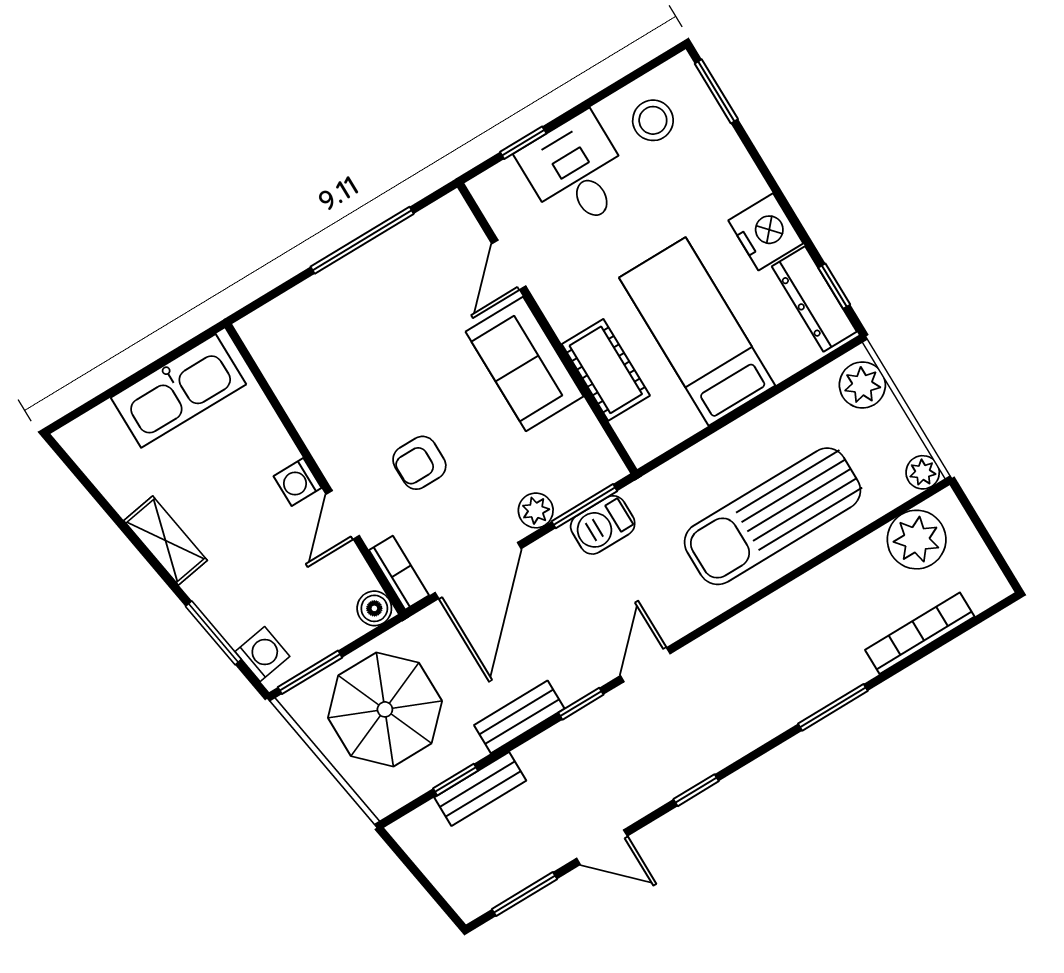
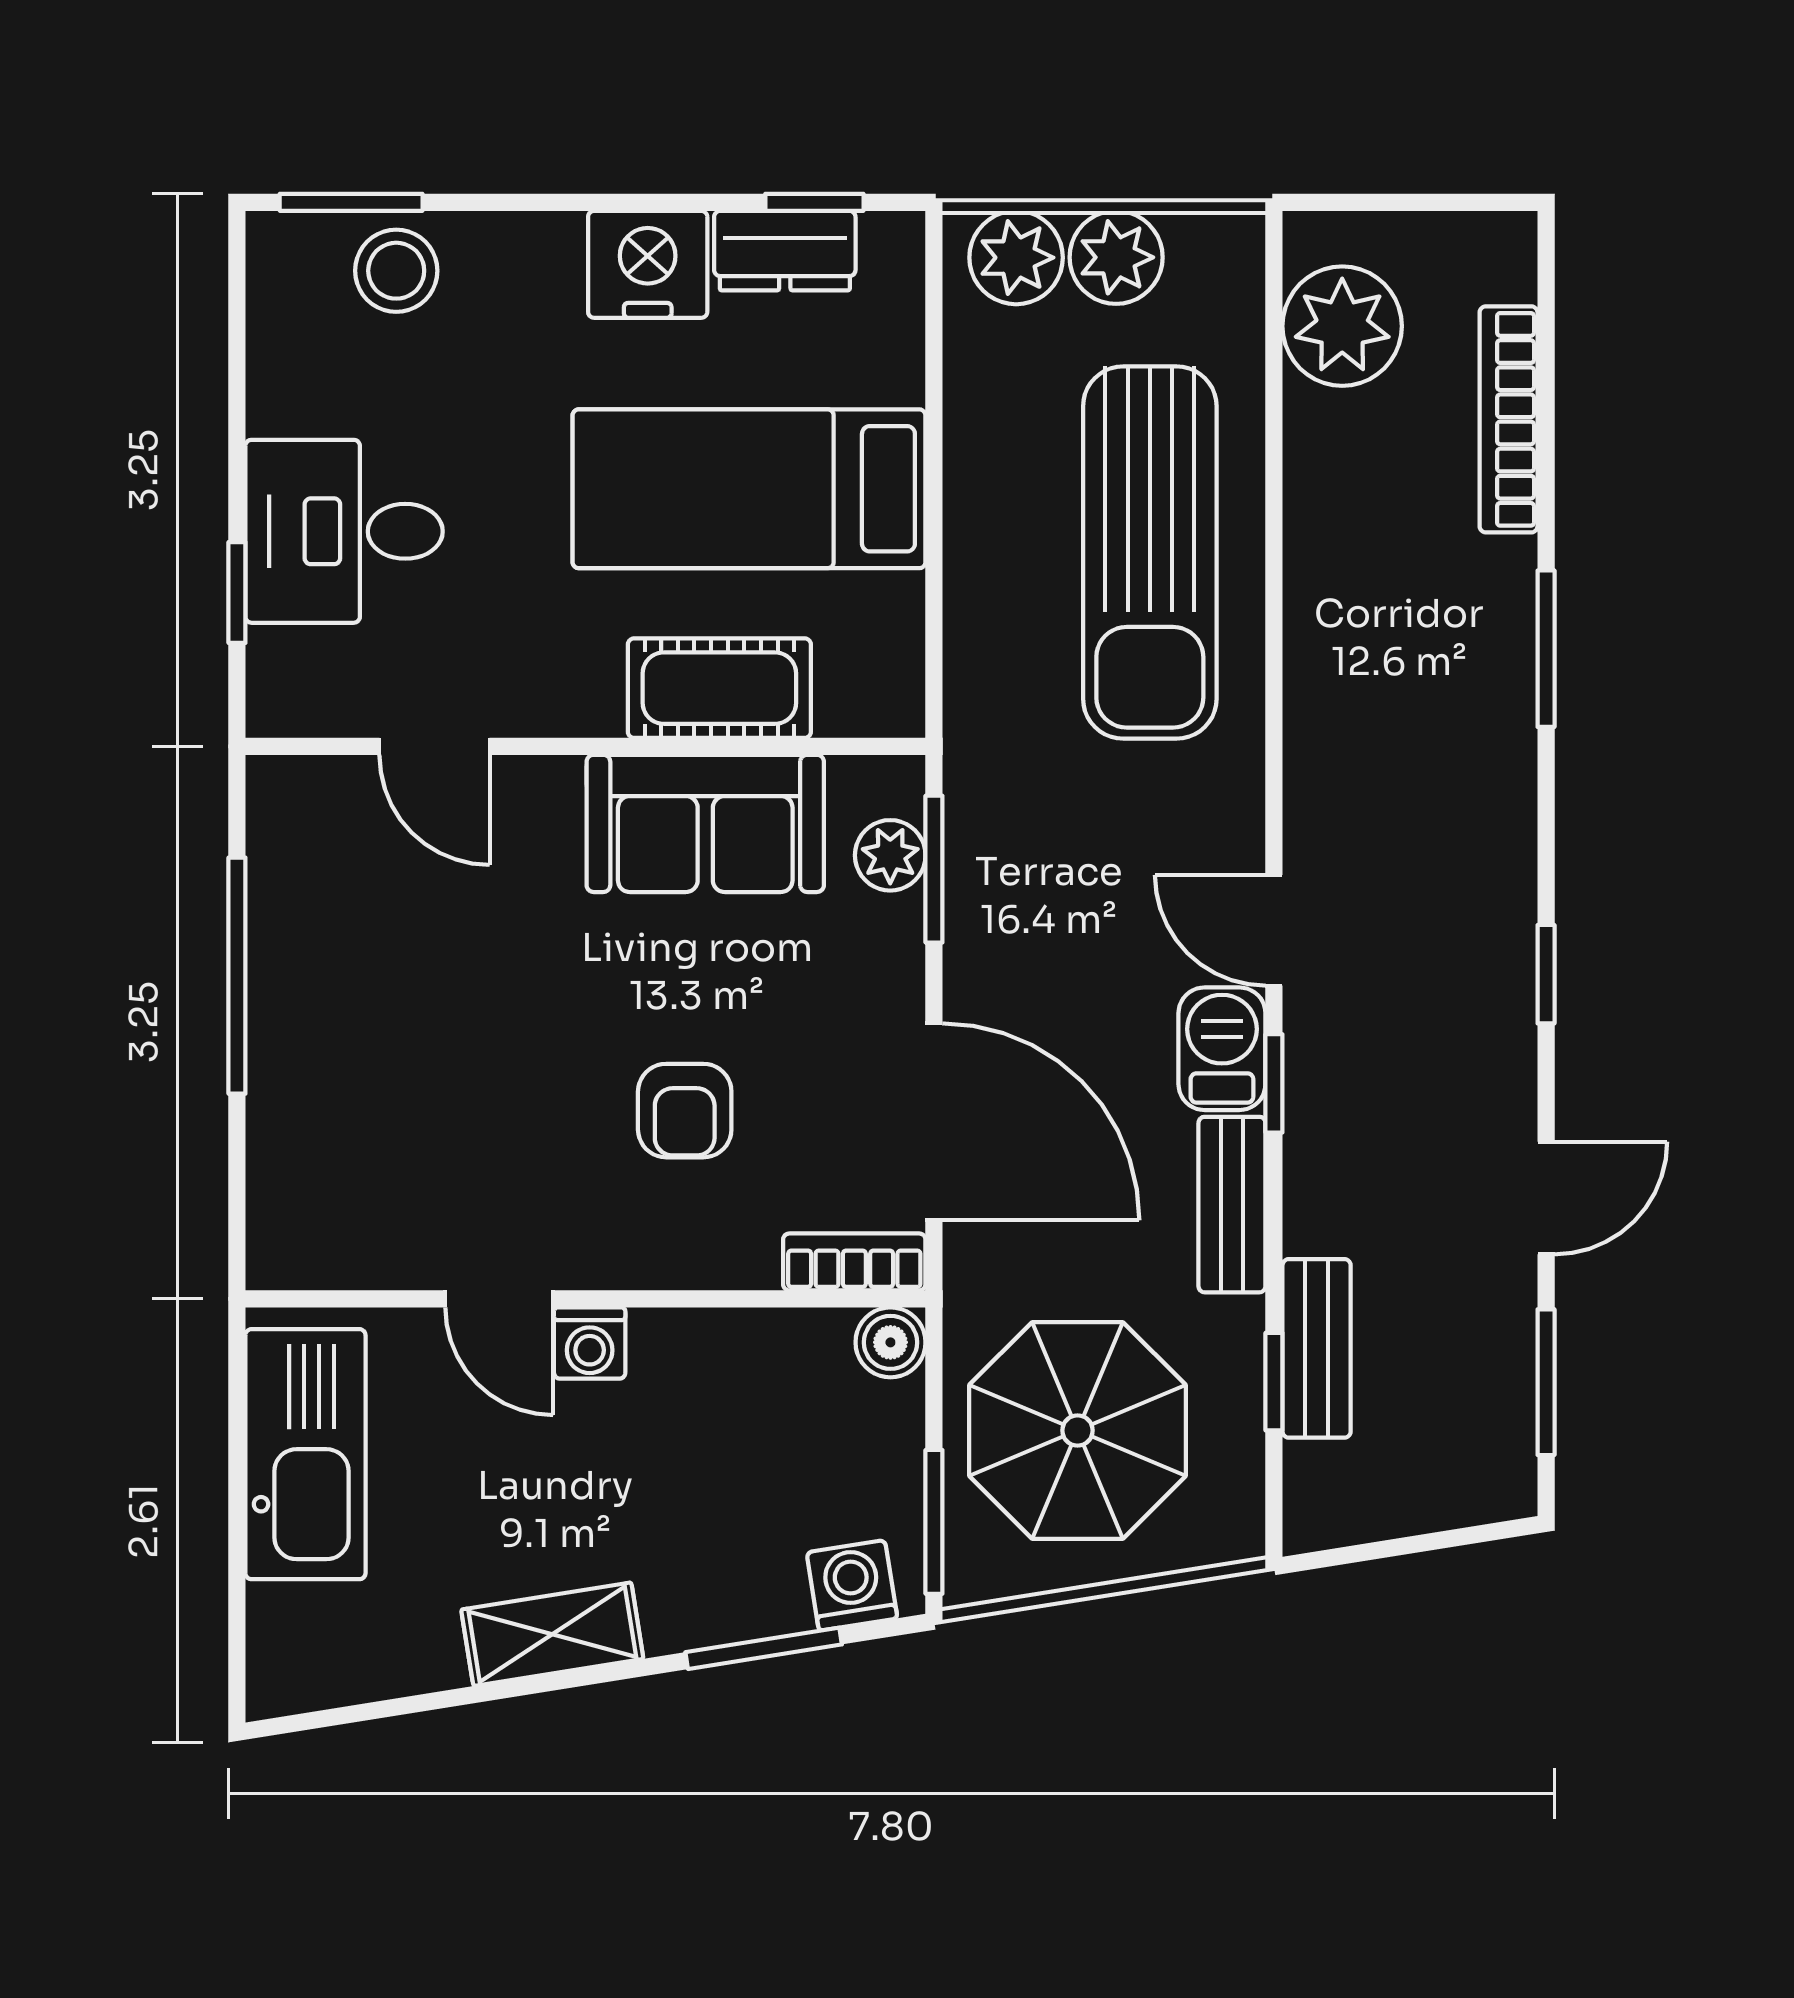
stool: (653, 120) -> (396, 271), moved
dresser: (814, 299) -> (785, 251), width x0.70
sofa: (524, 364) -> (705, 823), moved
plant: (923, 472) -> (1116, 257), moved, width x1.38, depth x1.38
plant: (536, 510) -> (890, 855), moved
door: (343, 515) -> (499, 1299), moved
barbecue: (603, 525) -> (1222, 1049), moved, turned 180

